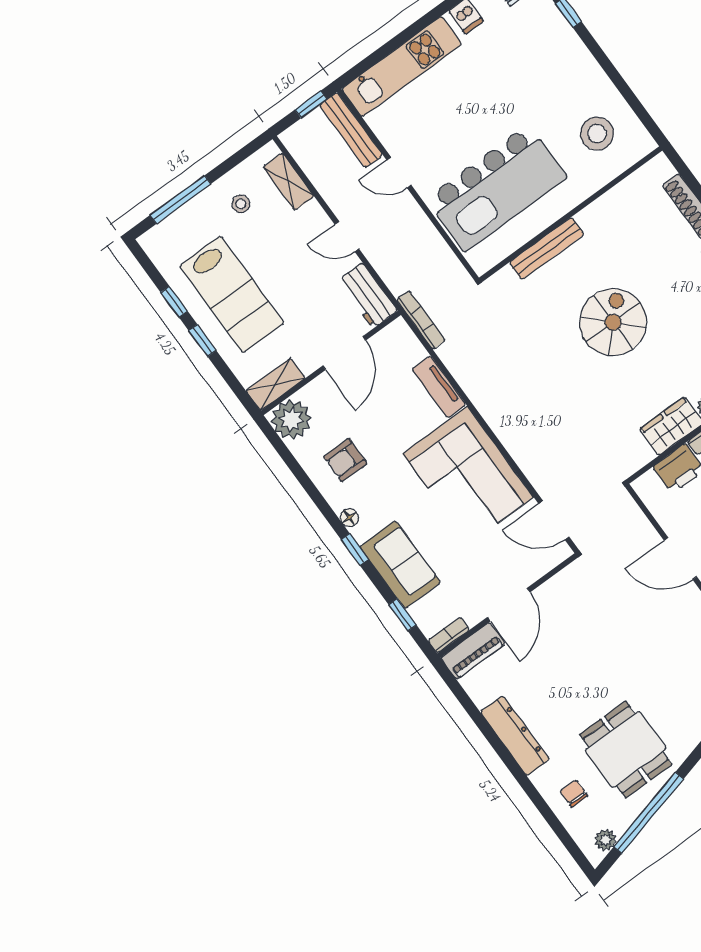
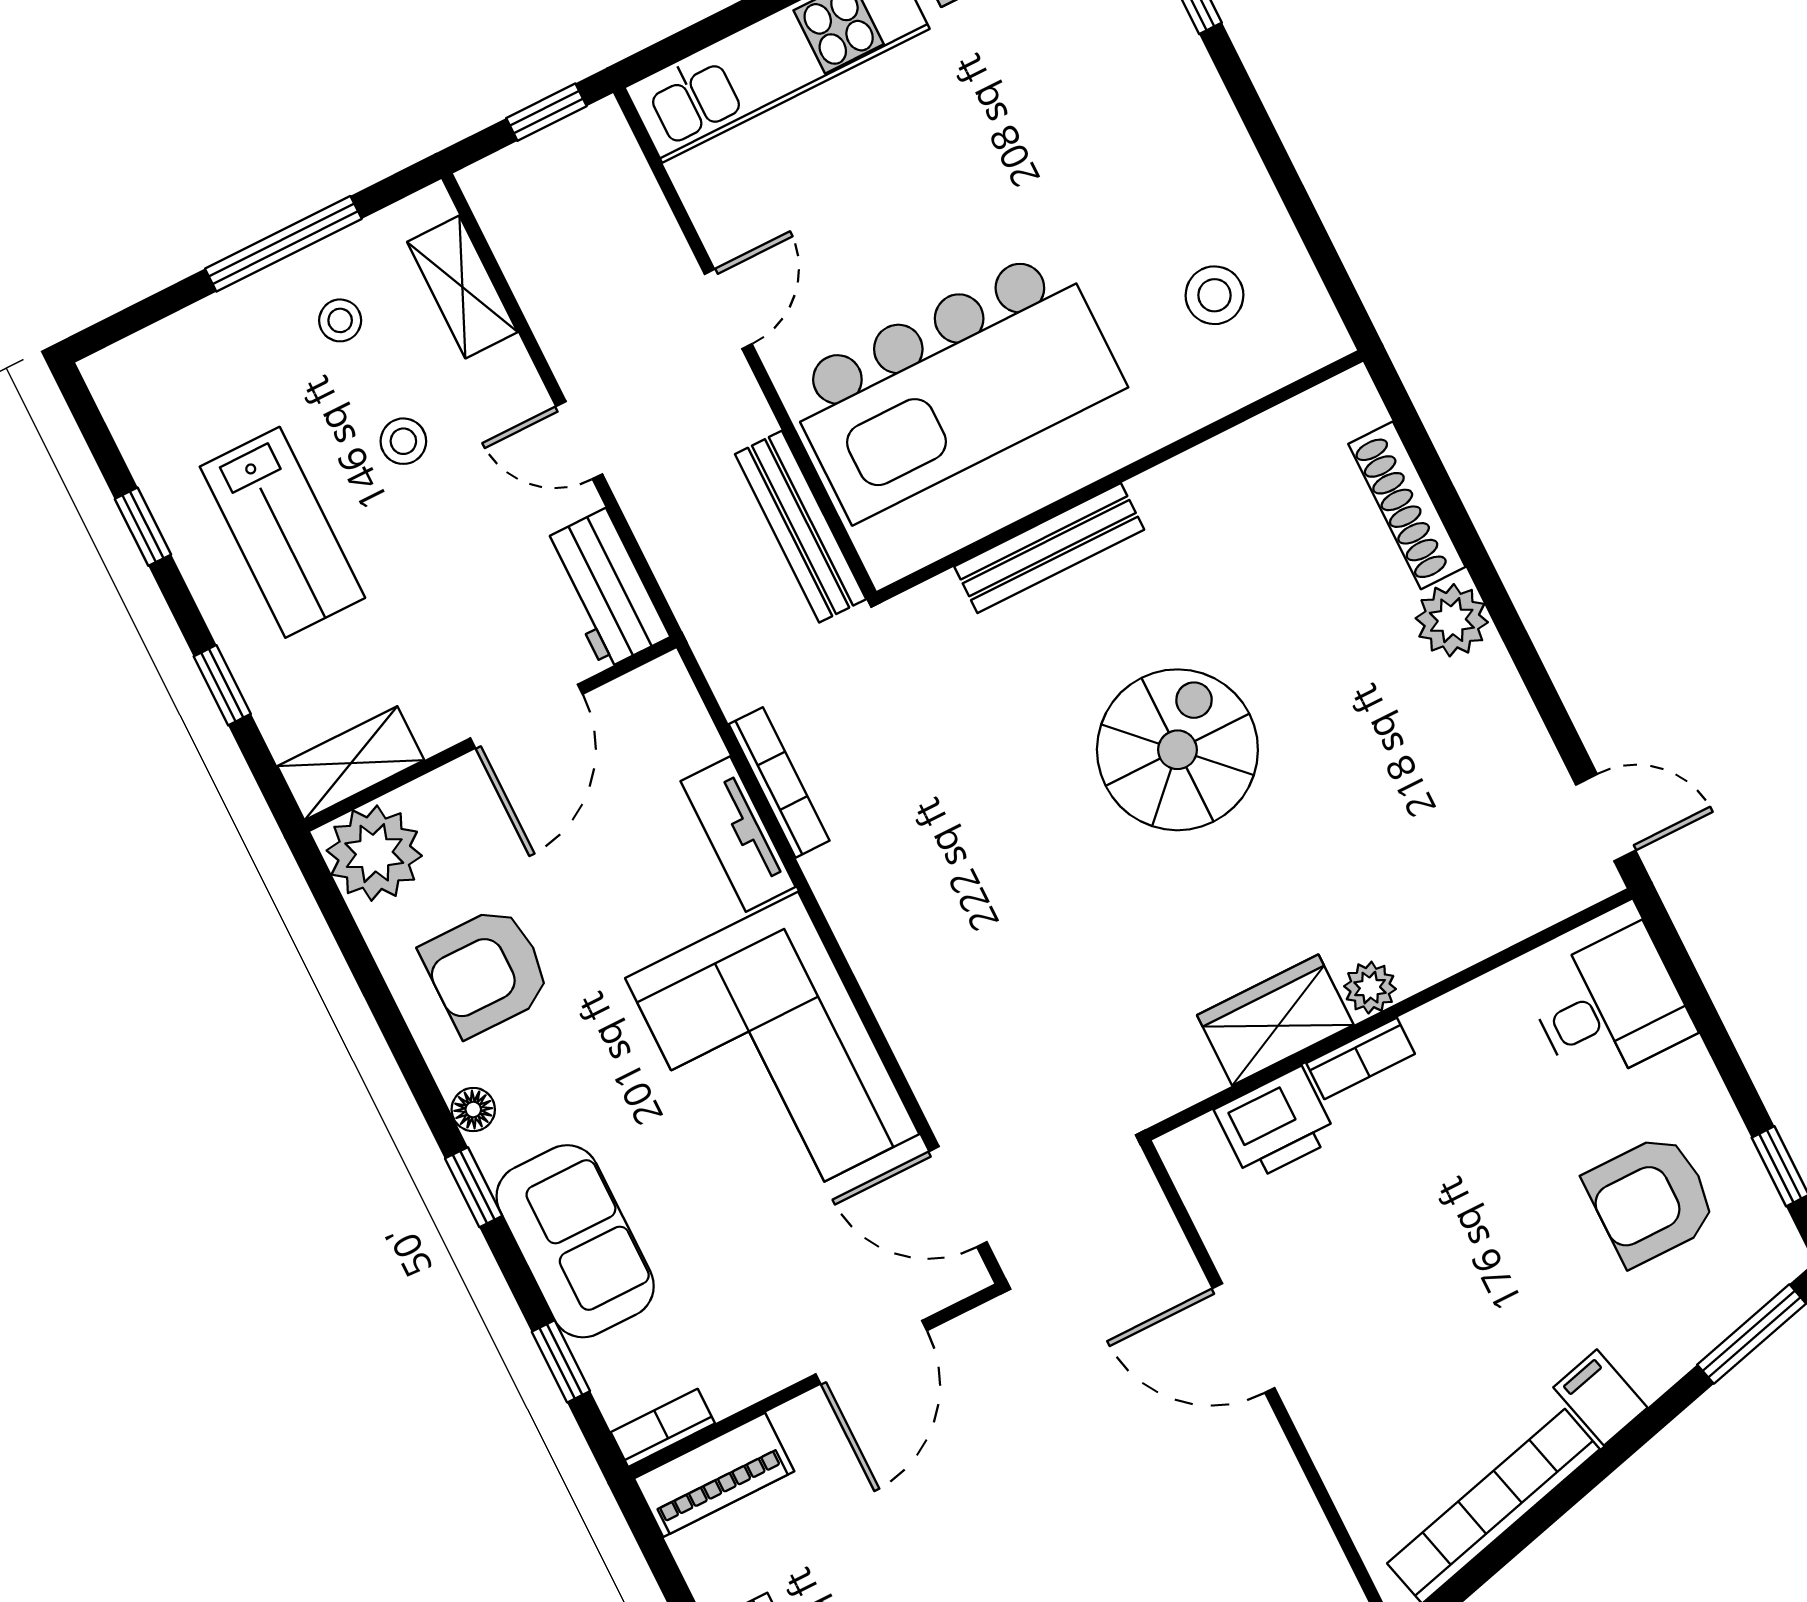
bench: (351, 130) -> (801, 527), moved
stool: (597, 134) -> (1215, 295), width x0.73, depth x0.73
door: (399, 173) -> (728, 309), swing flipped
window: (180, 200) -> (283, 244), moved
stool: (275, 249) -> (403, 441), added
lab bench: (232, 294) -> (282, 532), width x0.73, depth x0.72
bookcase: (421, 320) -> (779, 782), moved
window: (202, 340) -> (222, 685), moved
armchair: (345, 460) -> (486, 971), width x1.38, depth x1.38
door: (509, 605) -> (871, 1352), moved

